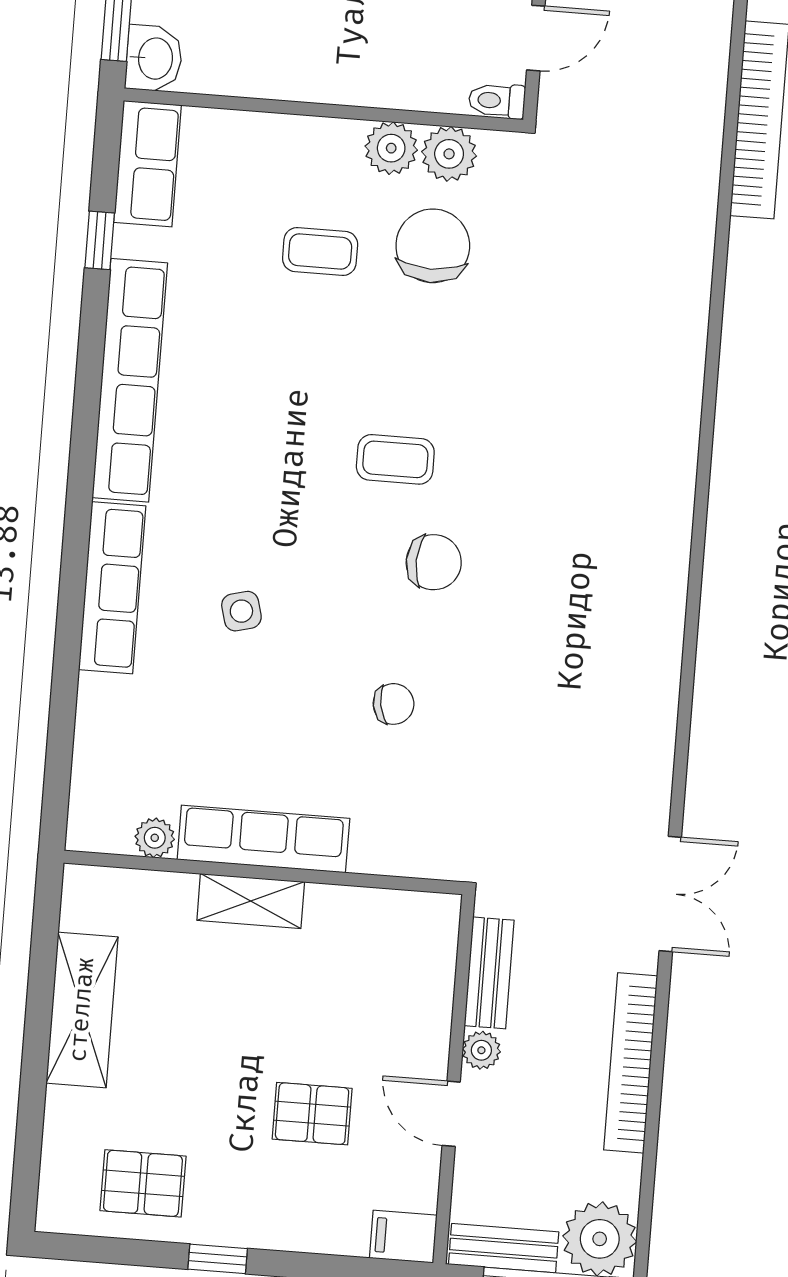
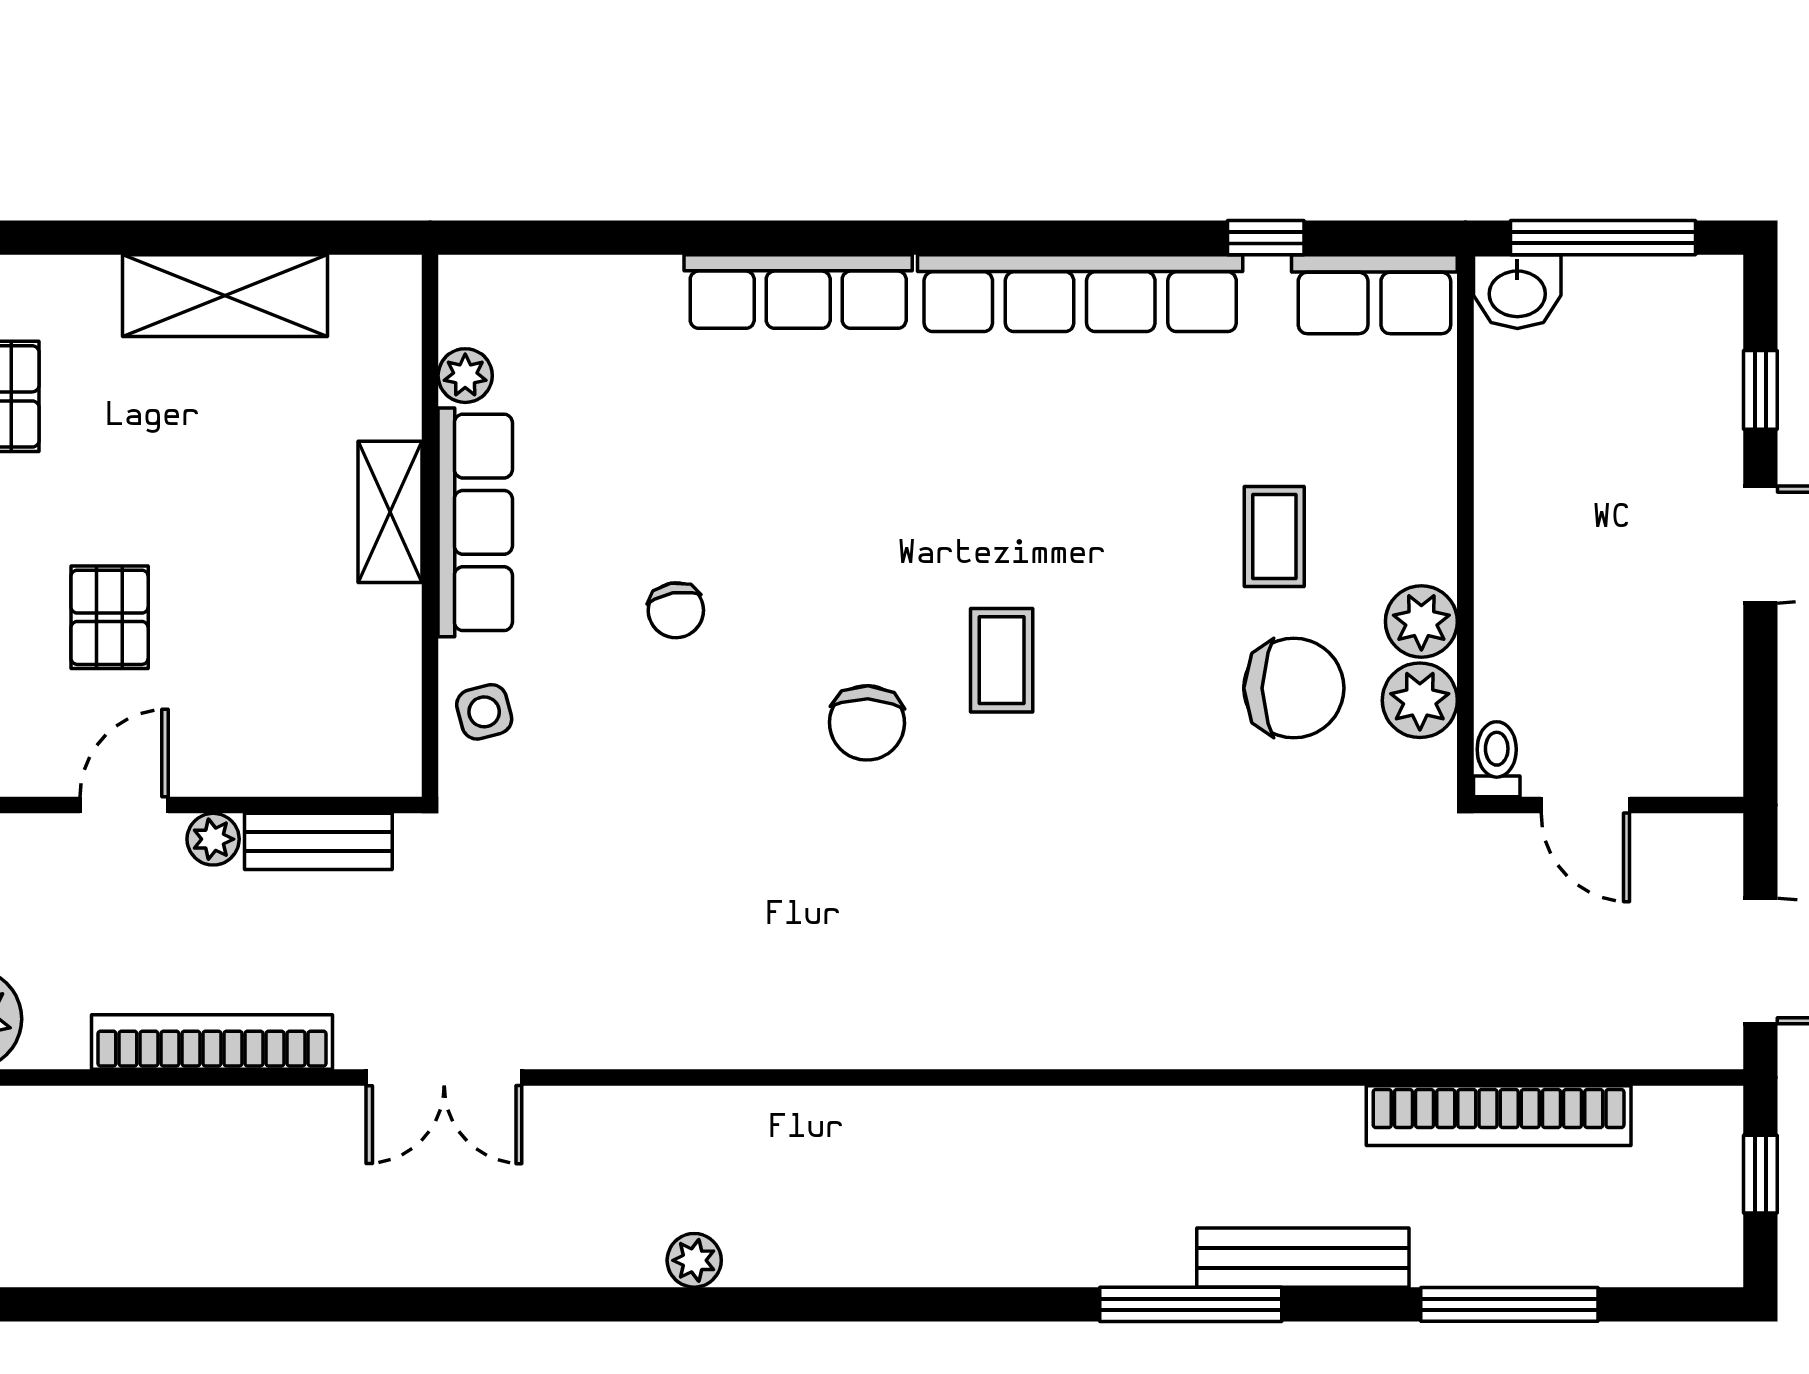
side table: (241, 611) -> (484, 712), moved
chair: (394, 704) -> (676, 610), moved

